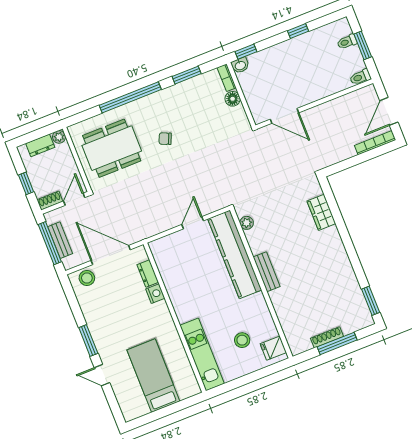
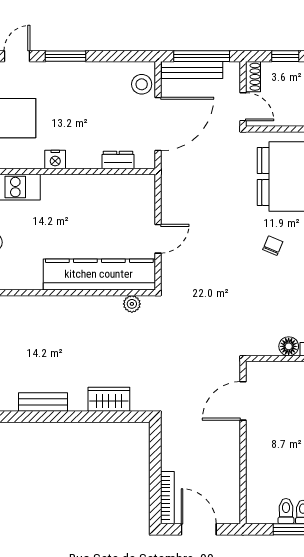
toilet: (360, 77) -> (286, 511), moved
door: (193, 223) -> (158, 239), hinge flipped
bench: (60, 240) -> (192, 70), width x1.36
bench: (267, 272) -> (43, 402), moved
nightstand: (155, 294) -> (55, 160), moved

